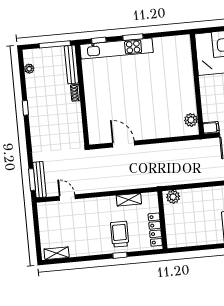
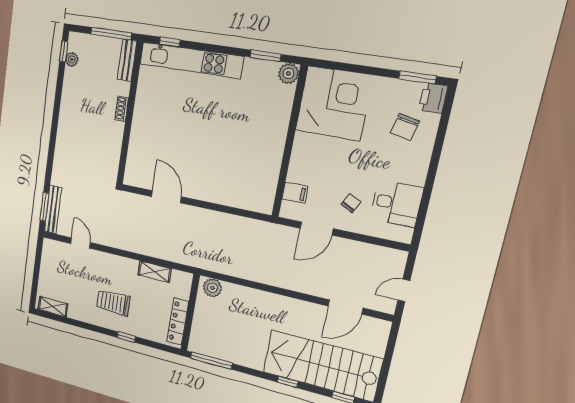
window: (133, 37) -> (266, 56), moved
bench: (71, 64) -> (127, 60), width x0.73
window: (25, 108) -> (64, 51), moved
plant: (191, 120) -> (289, 73), moved
filing cabinet: (211, 128) -> (295, 193), moved
trolley: (120, 234) -> (113, 303), moved, turned -90
window: (187, 249) -> (211, 361), added

